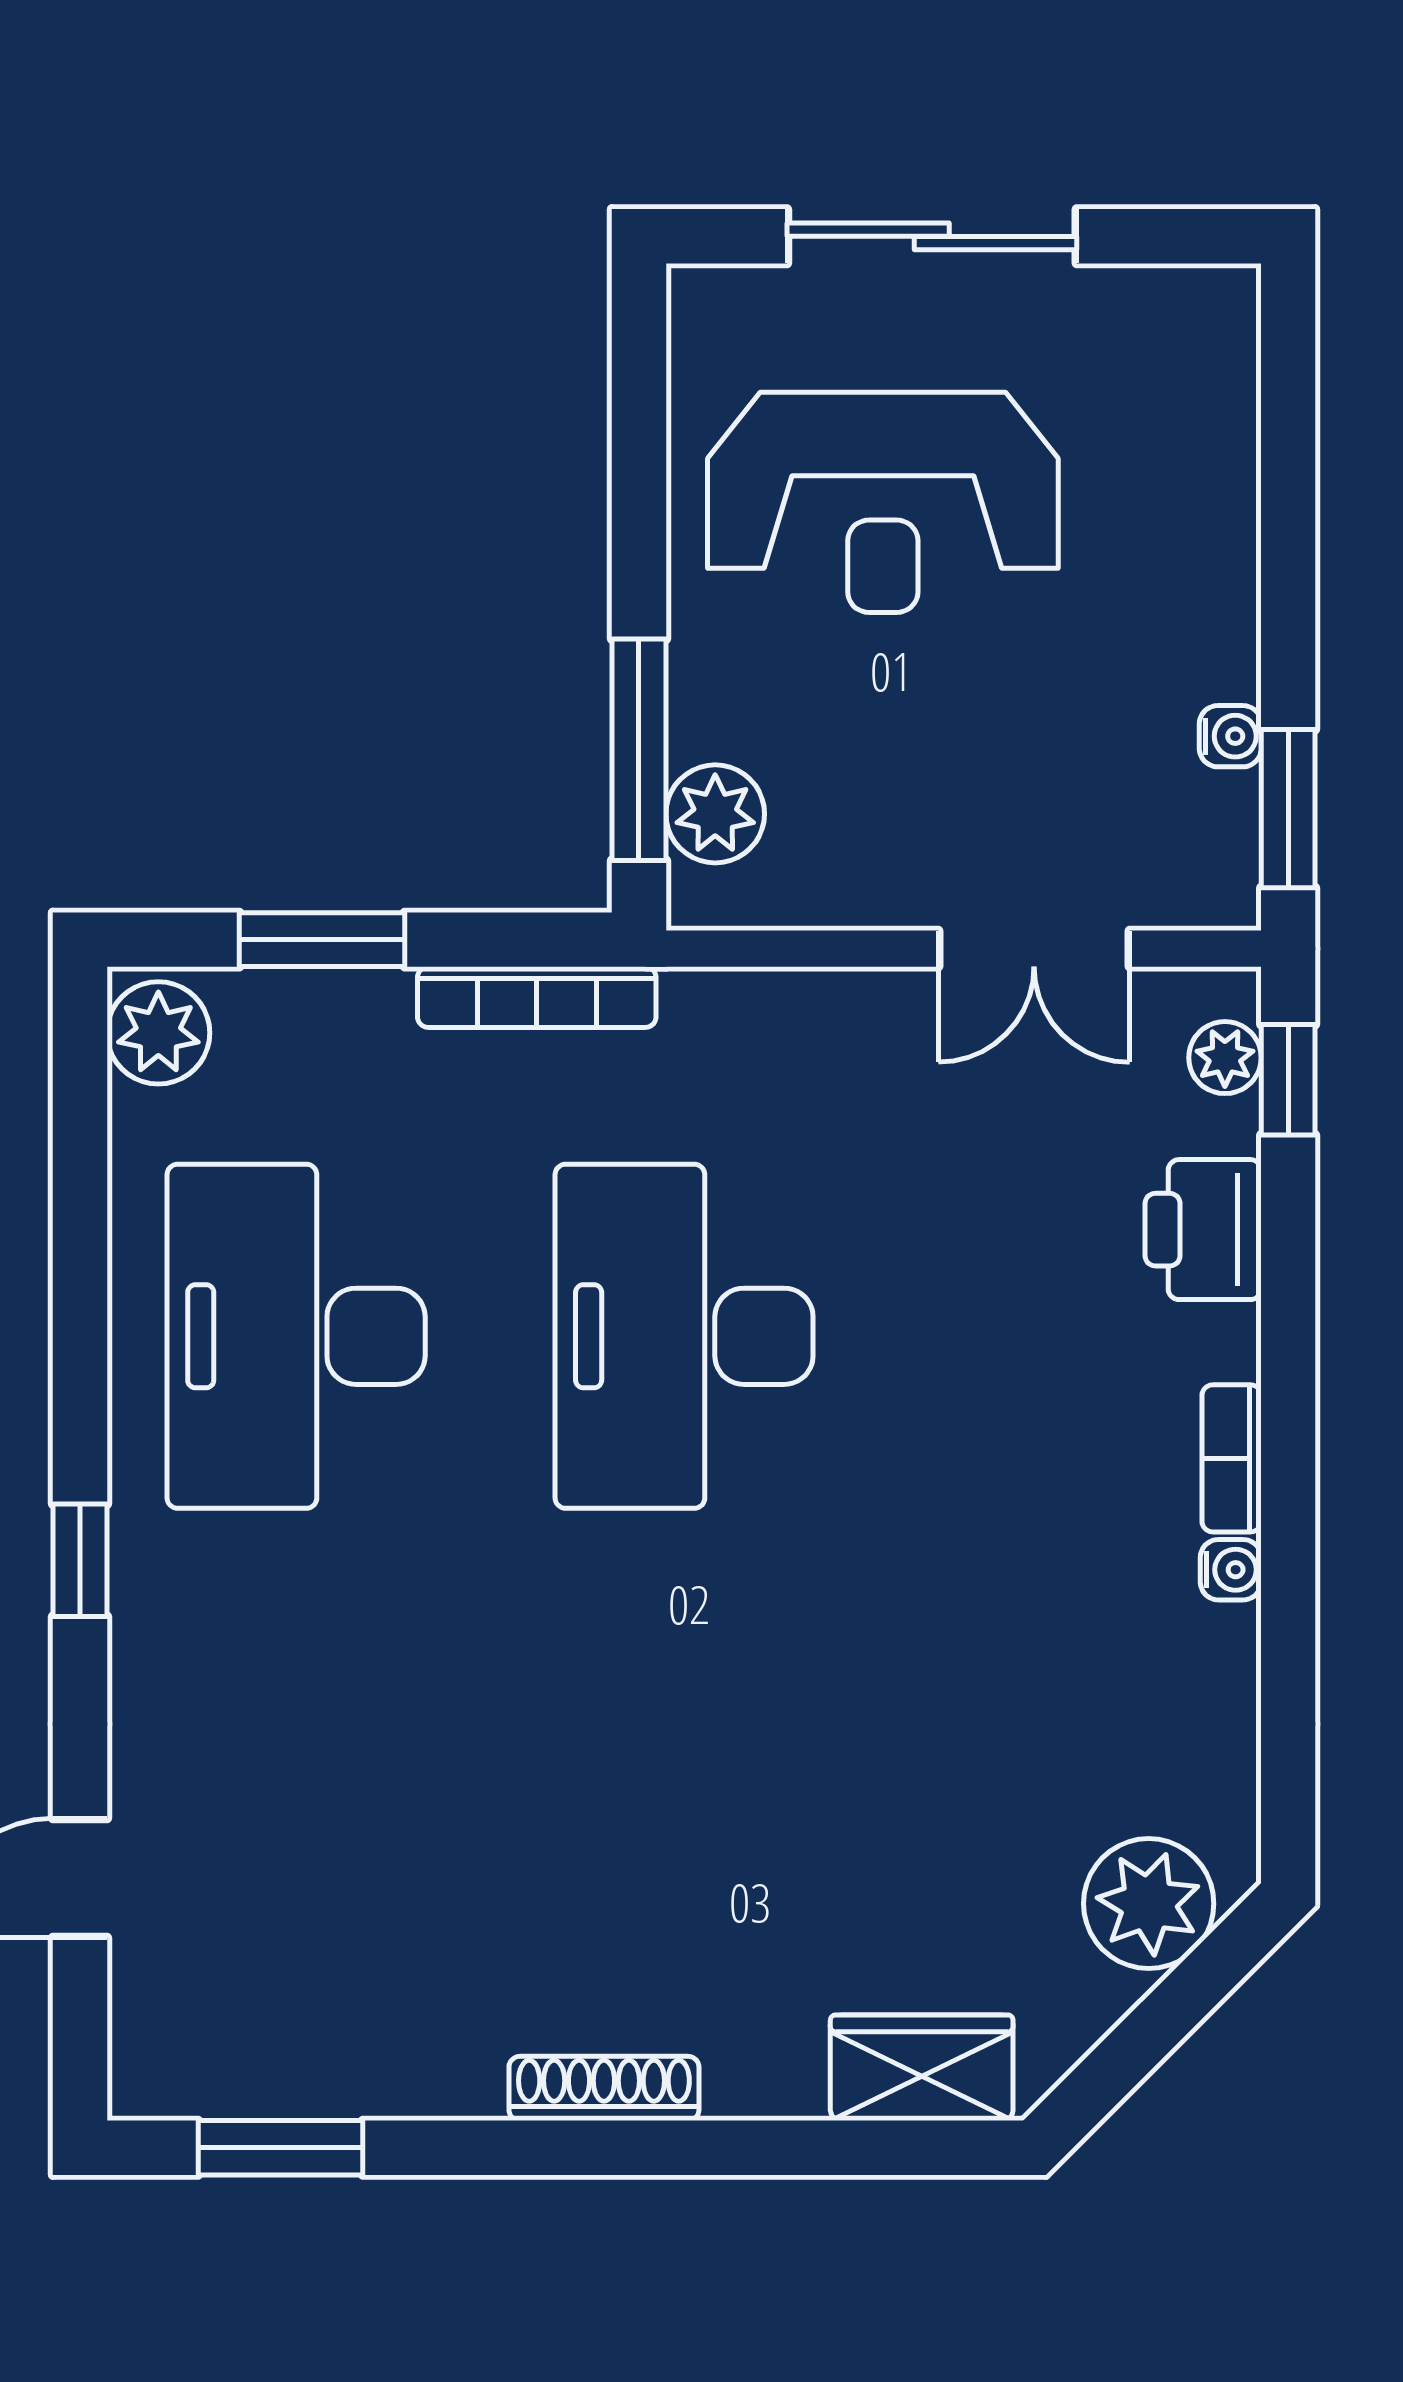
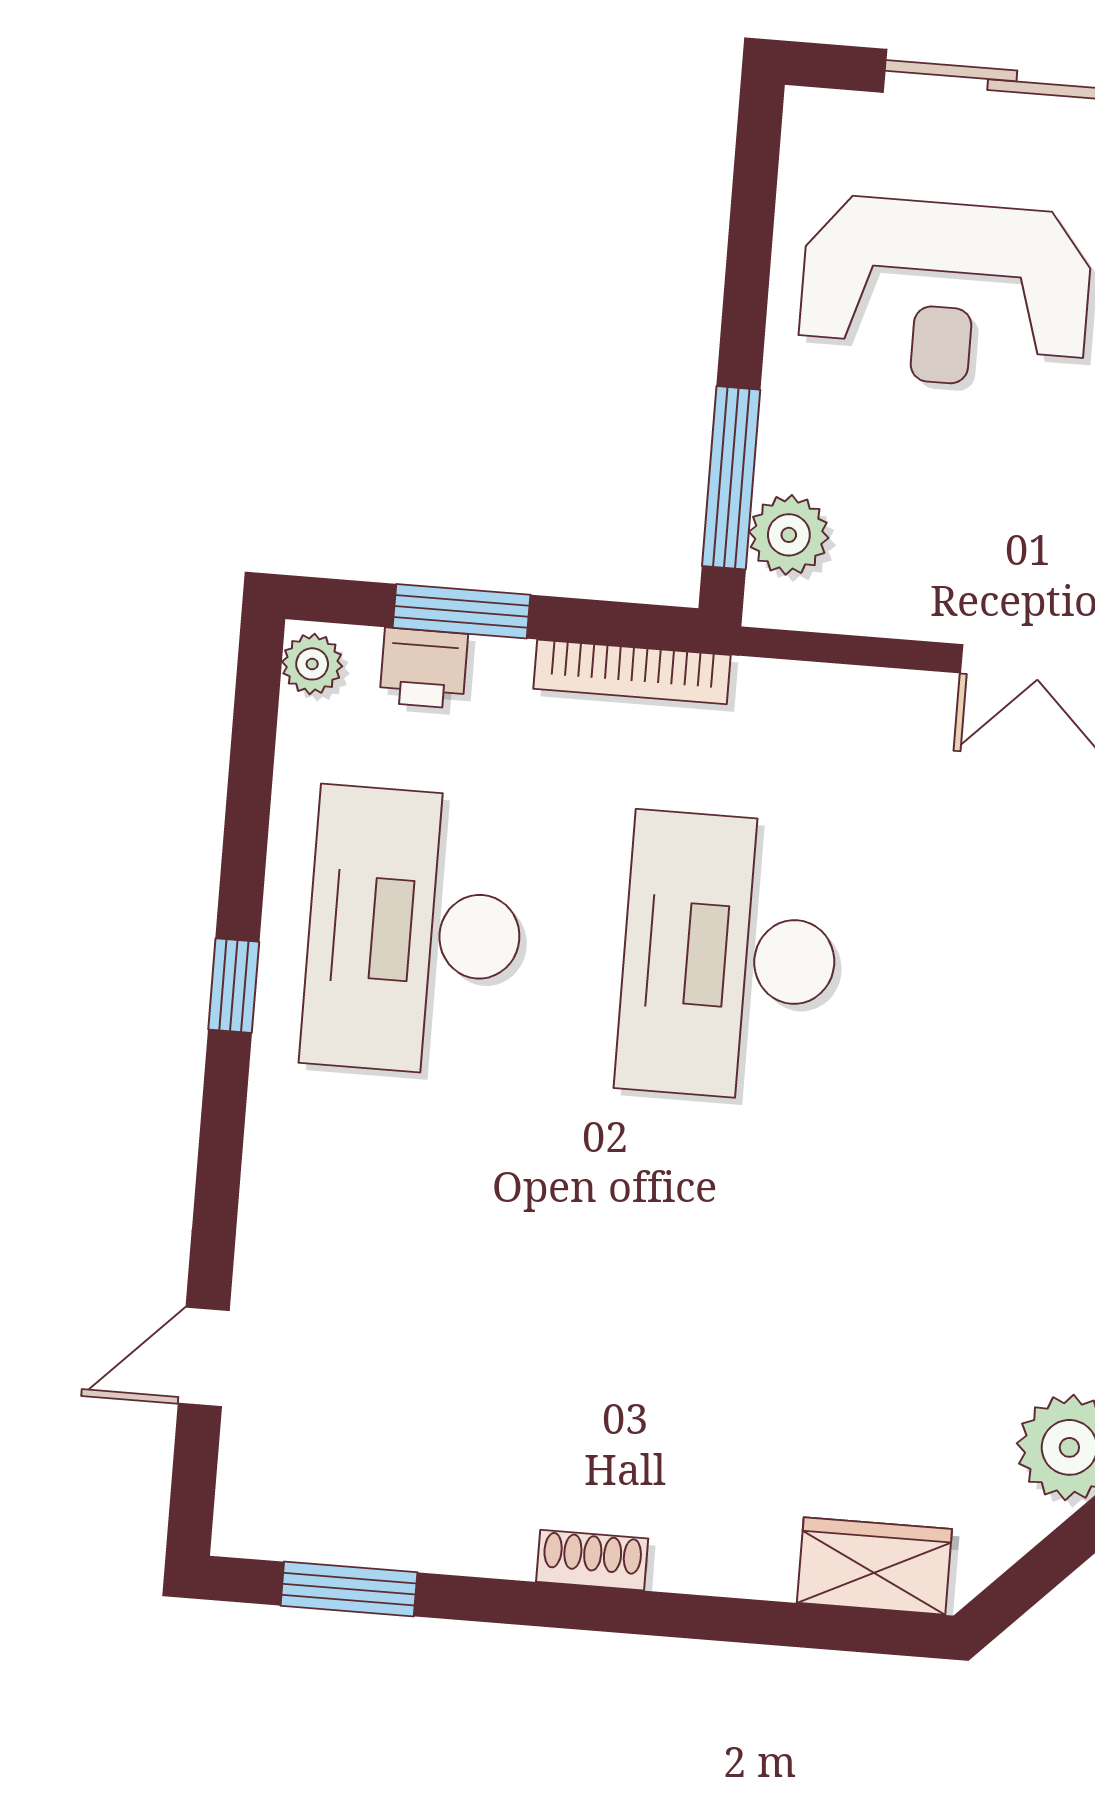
printer: (281, 1013) -> (424, 668), added
plant: (158, 1033) -> (312, 664), width x0.73, depth x0.73
window: (80, 1560) -> (234, 986), moved
shoe rack: (604, 2088) -> (592, 1560), width x0.70

